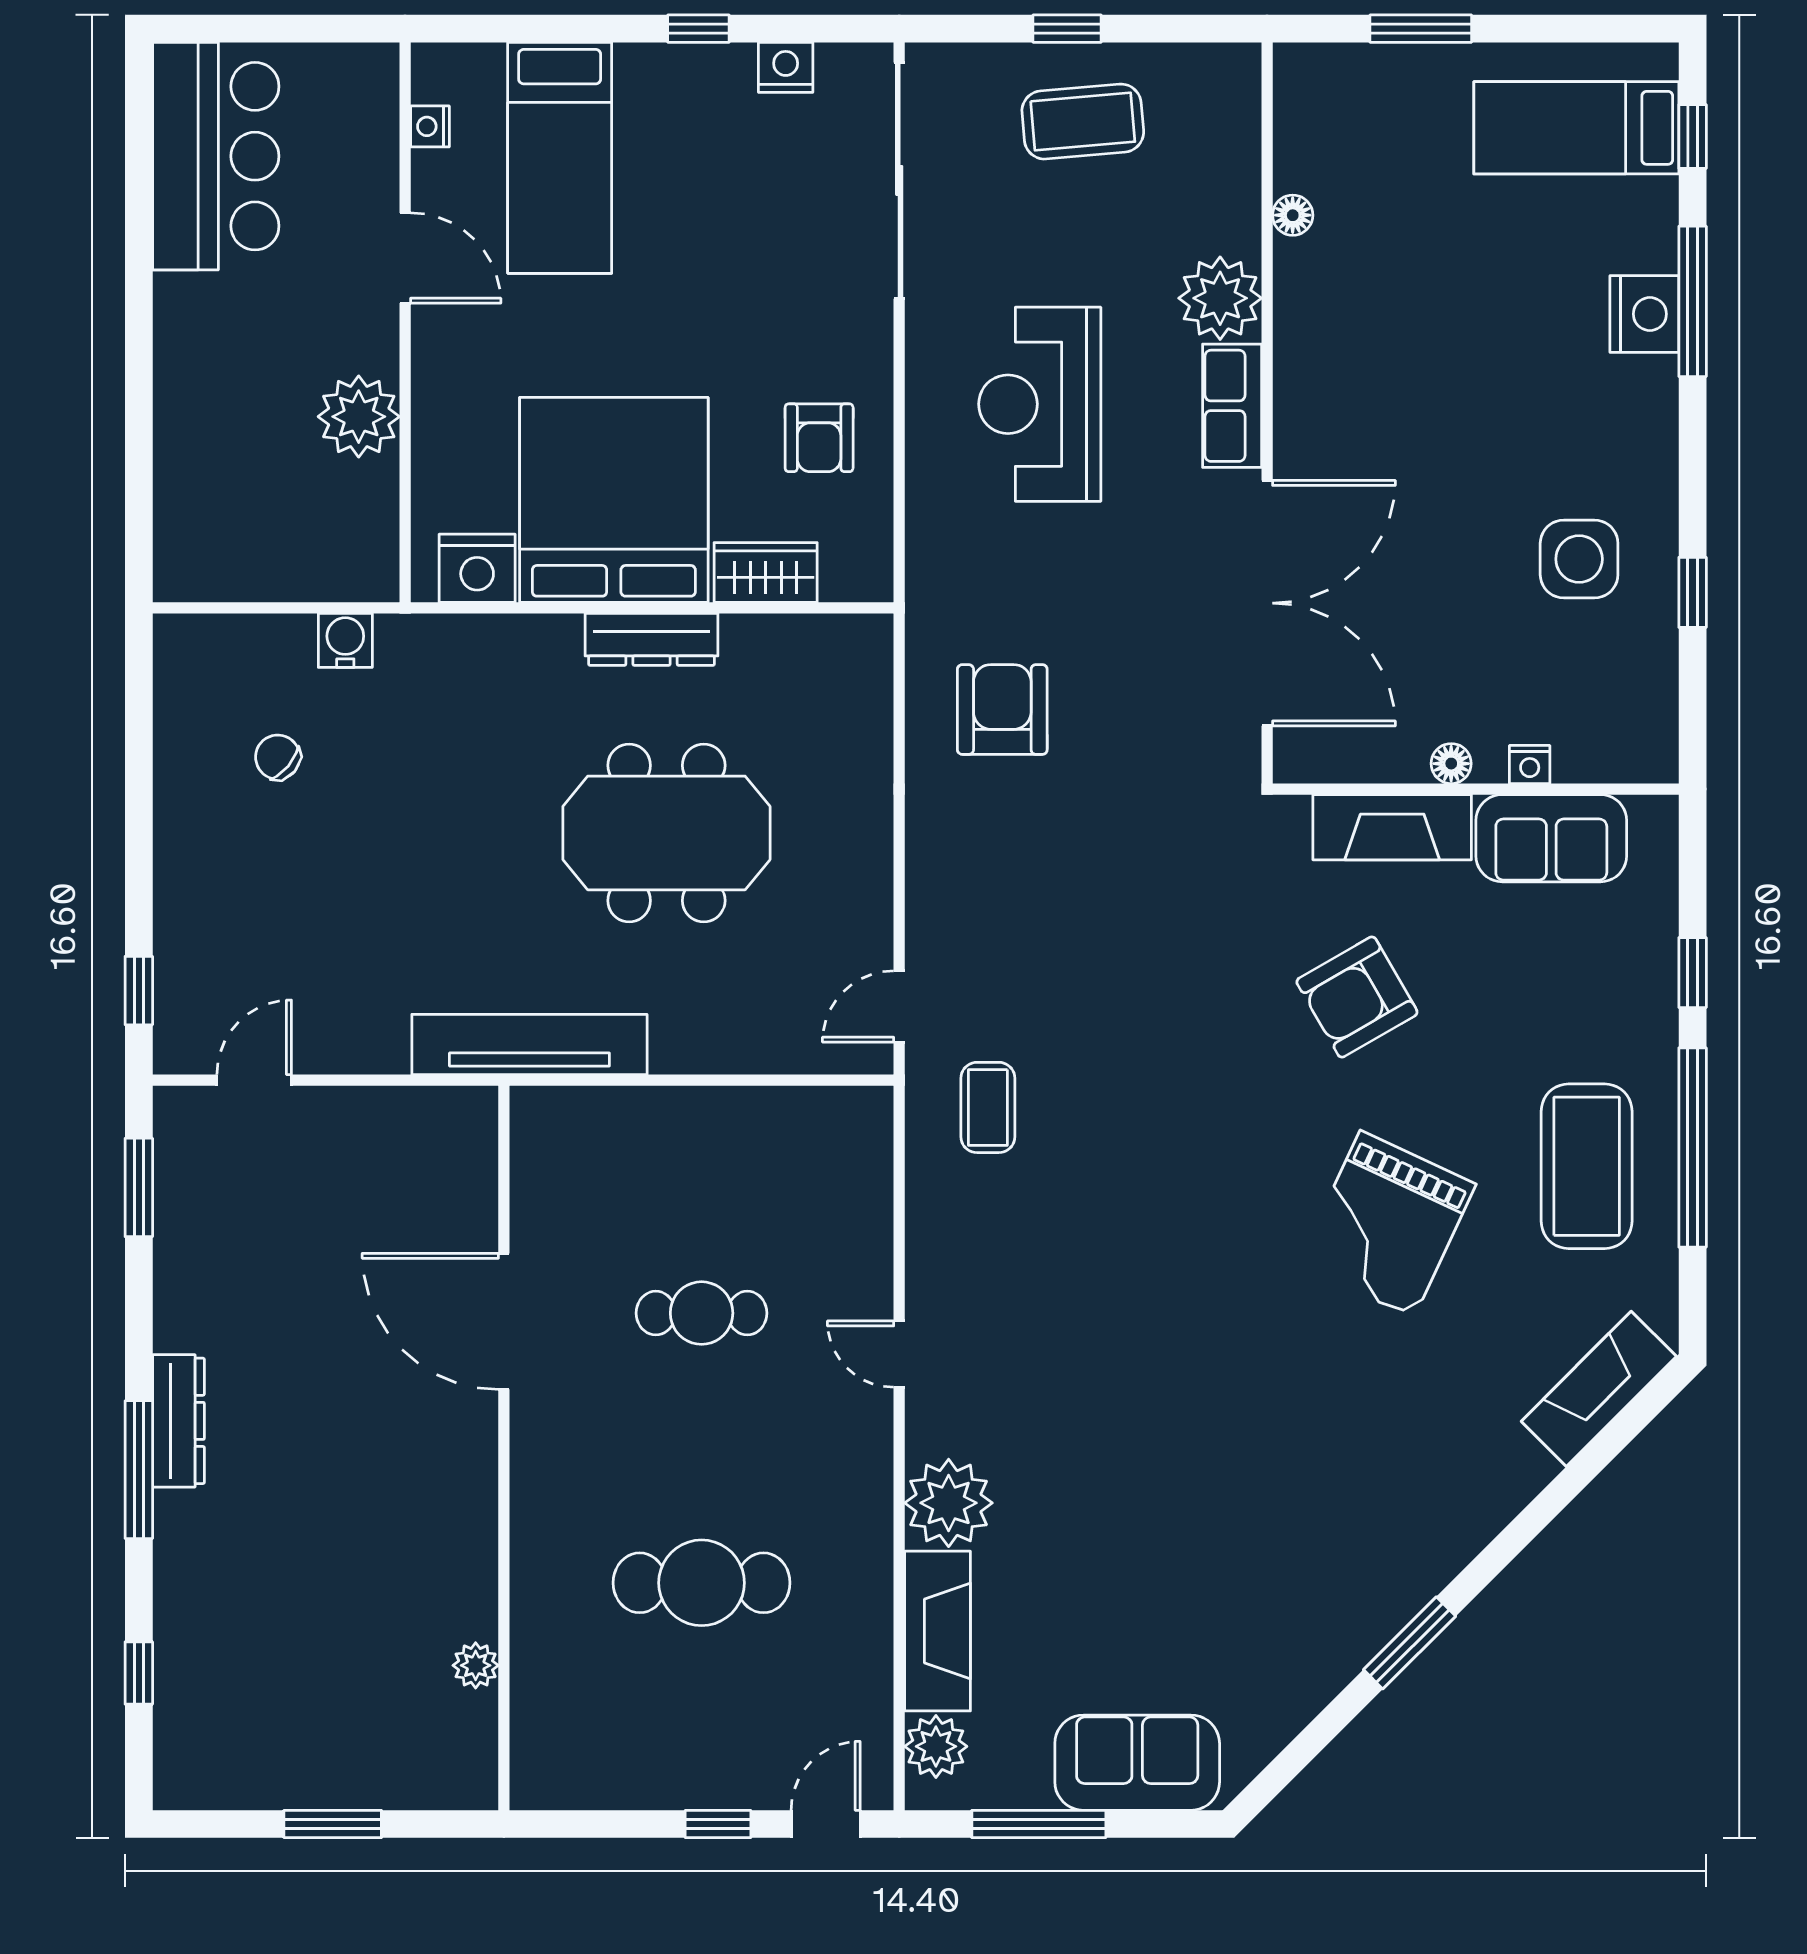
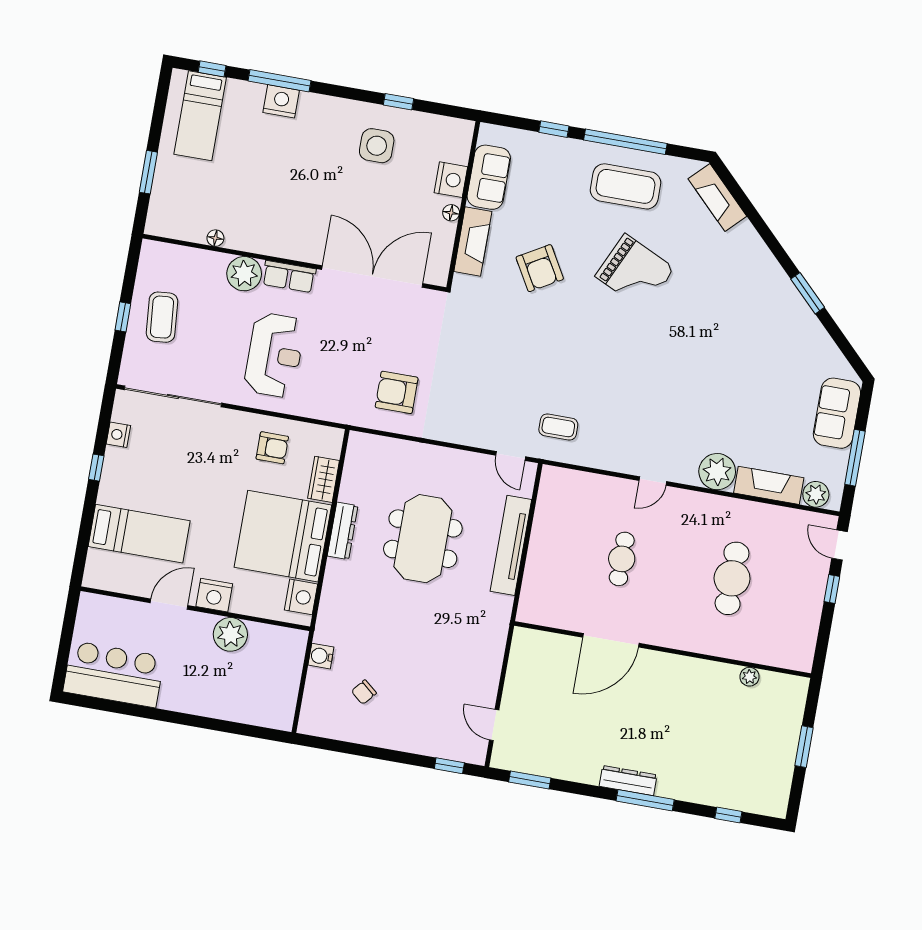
nightstand: (430, 126) -> (214, 595), moved, width x1.89, depth x1.79
reception desk: (1040, 404) -> (274, 355), turned -90
nightstand: (1530, 765) -> (451, 180), width x1.89, depth x1.79
tv unit: (529, 1044) -> (511, 545), moved

